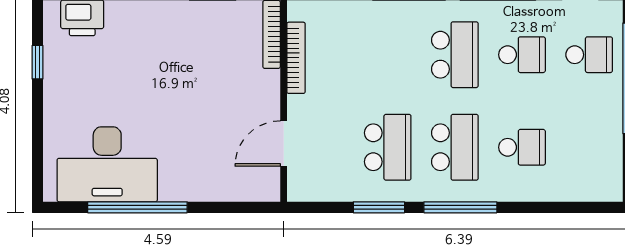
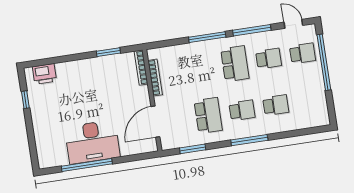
door: (284, 143) -> (155, 122), width x1.36
school desk: (455, 147) -> (242, 110), width x0.54
desk: (107, 164) -> (92, 142), moved
window: (379, 207) -> (193, 149), moved

